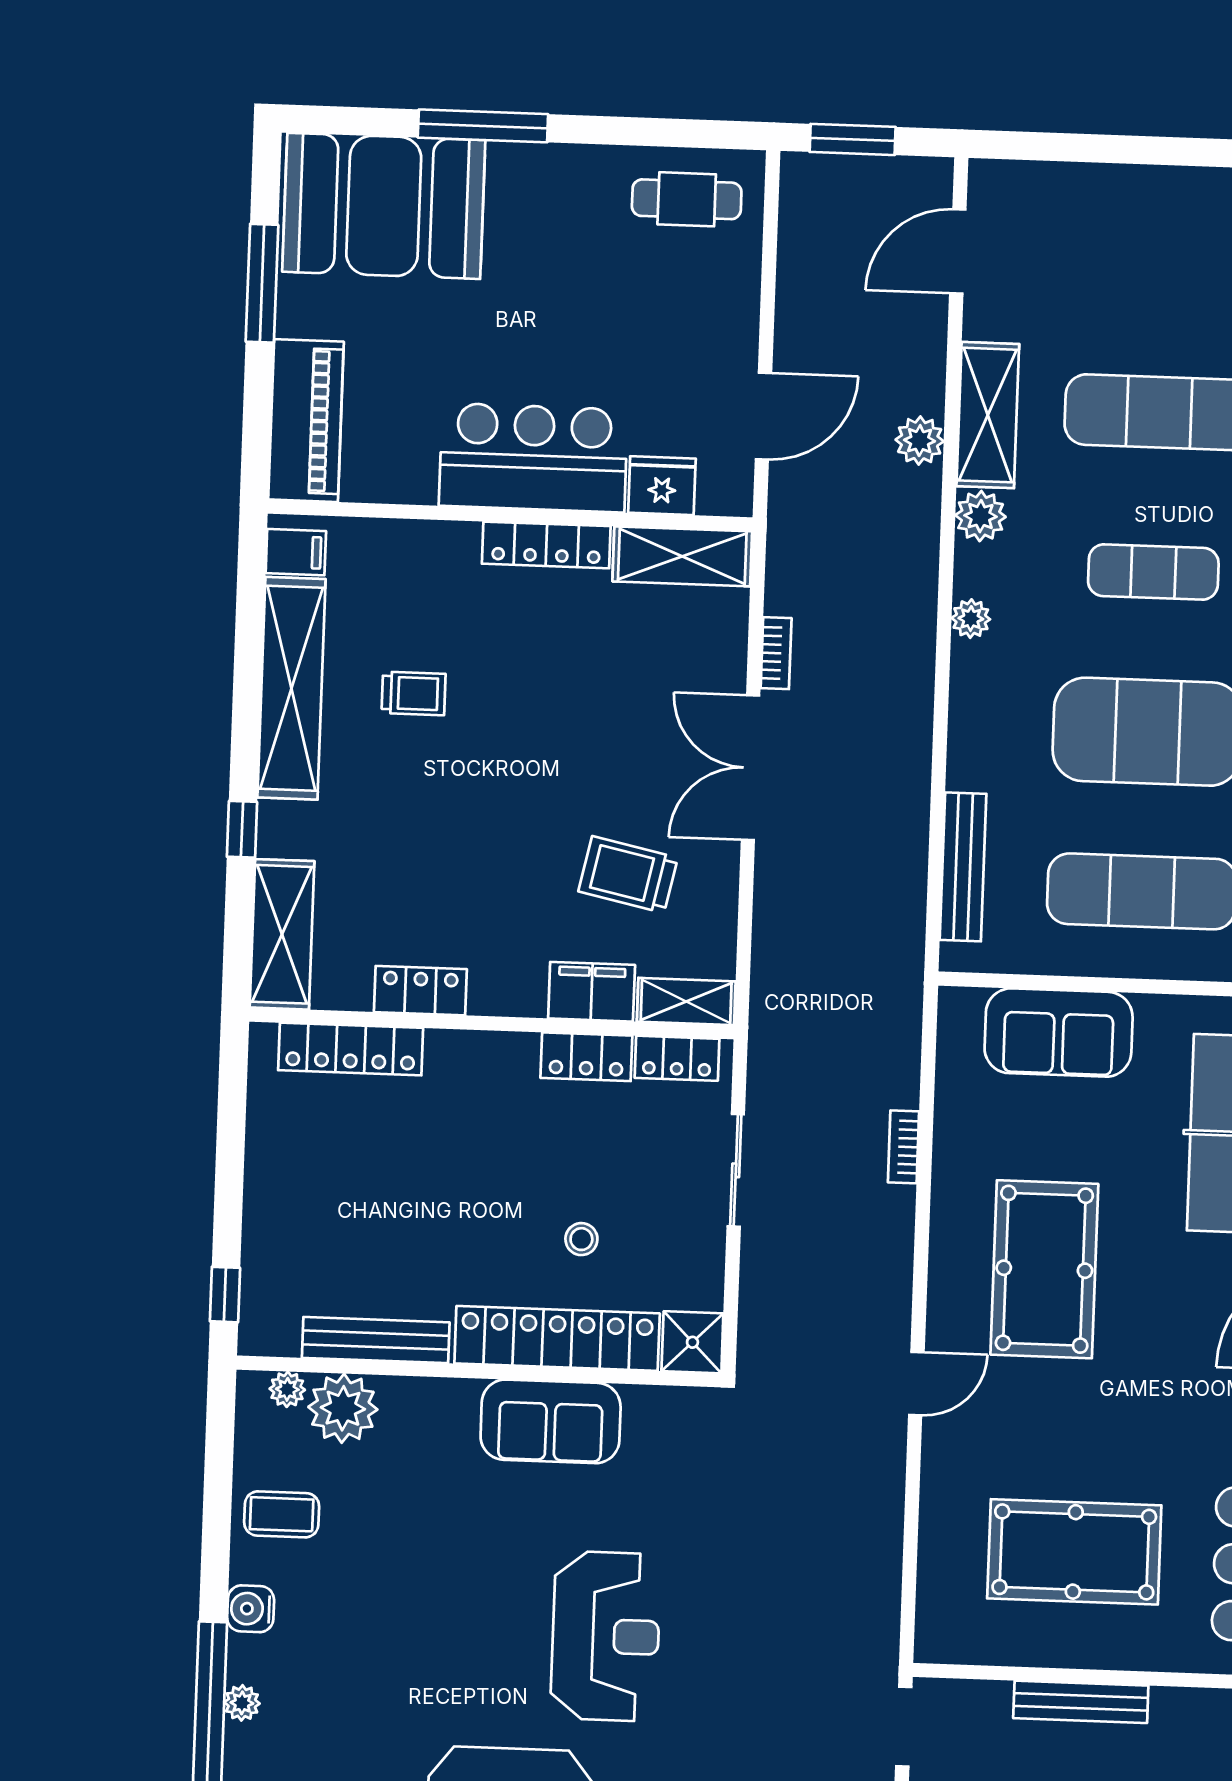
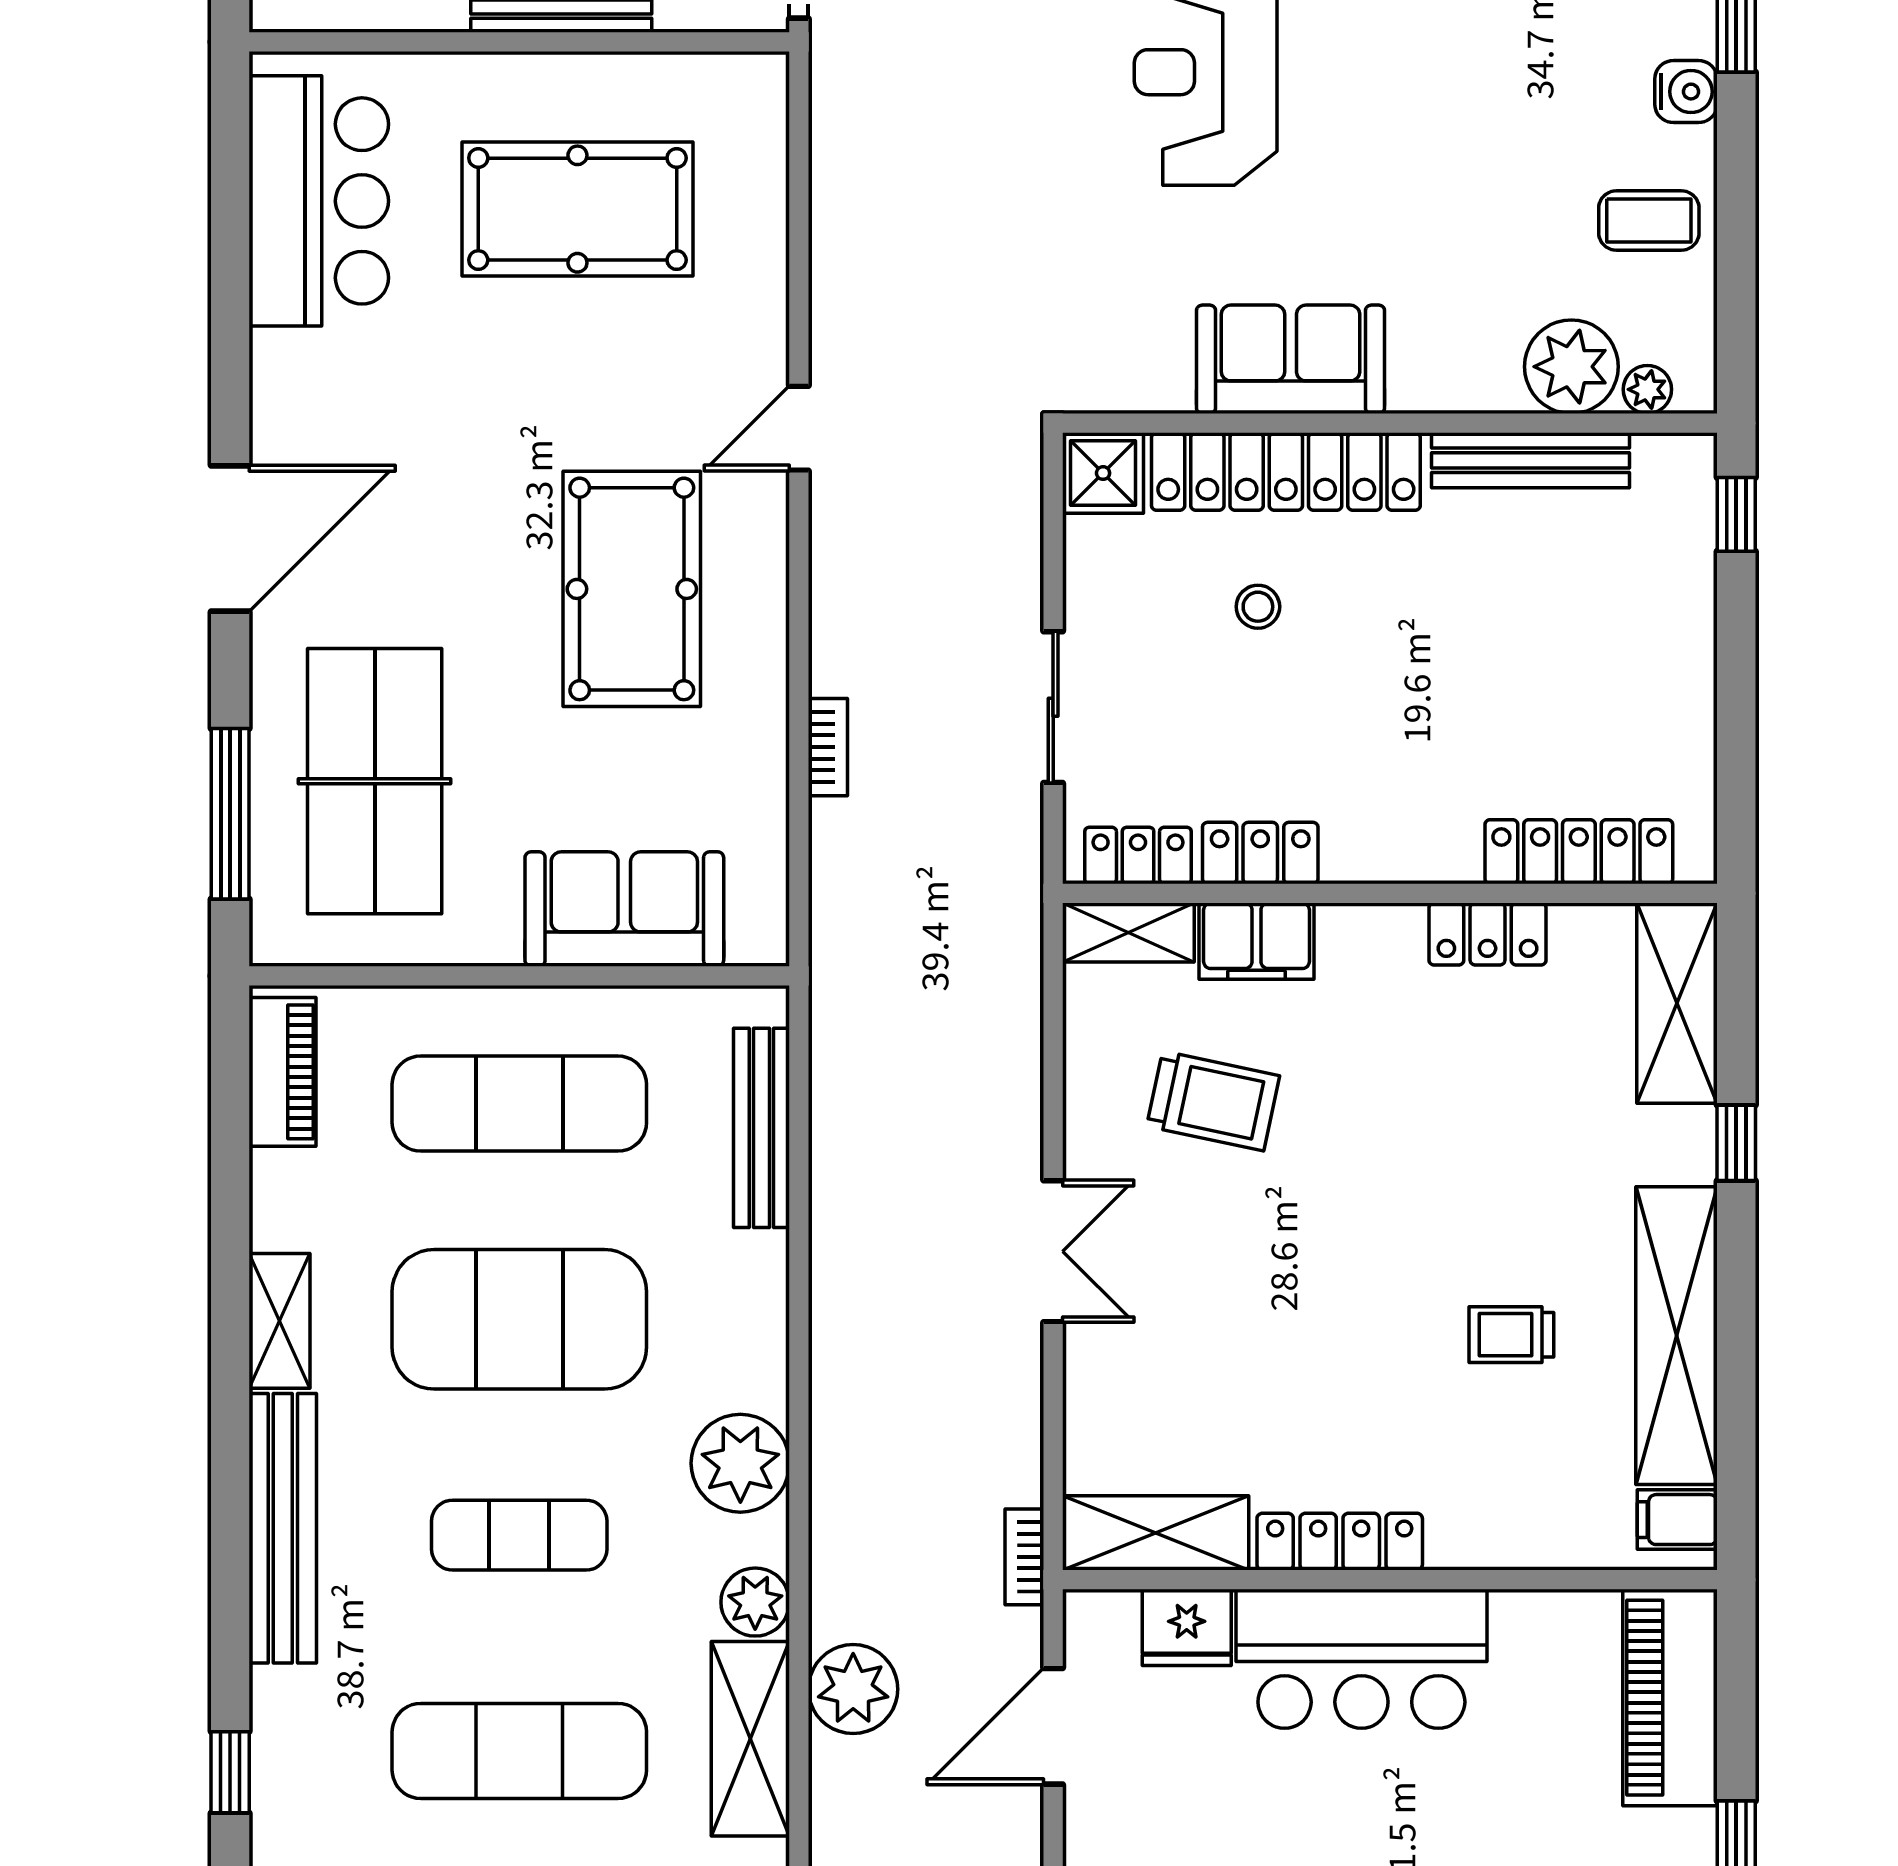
plant: (920, 441) -> (853, 1689), width x1.36, depth x1.36
plant: (971, 619) -> (740, 1463), width x1.87, depth x1.87
bookcase: (776, 653) -> (1024, 1557), moved
double door: (751, 768) -> (1053, 1251), width x0.73

